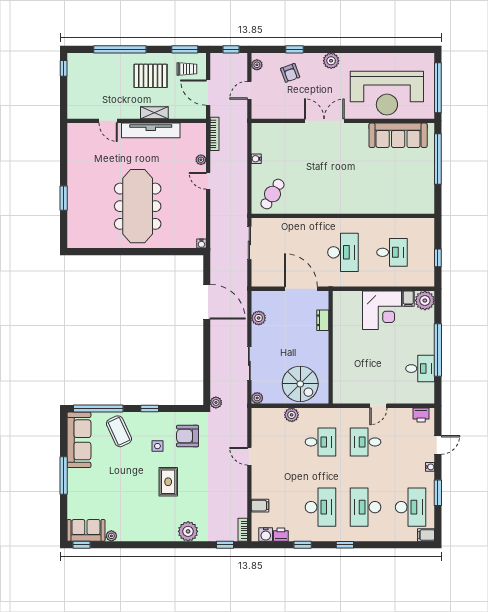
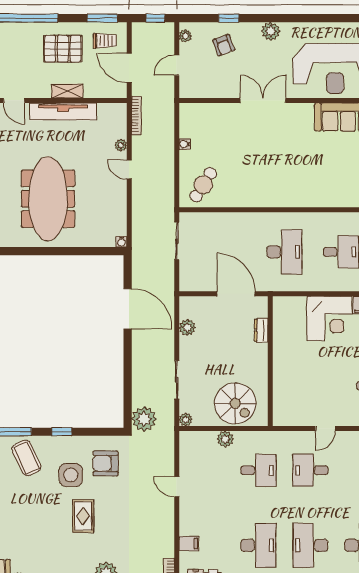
plant: (216, 403) -> (144, 419), width x1.88, depth x1.88
side table: (157, 446) -> (71, 475), width x1.87, depth x1.87

